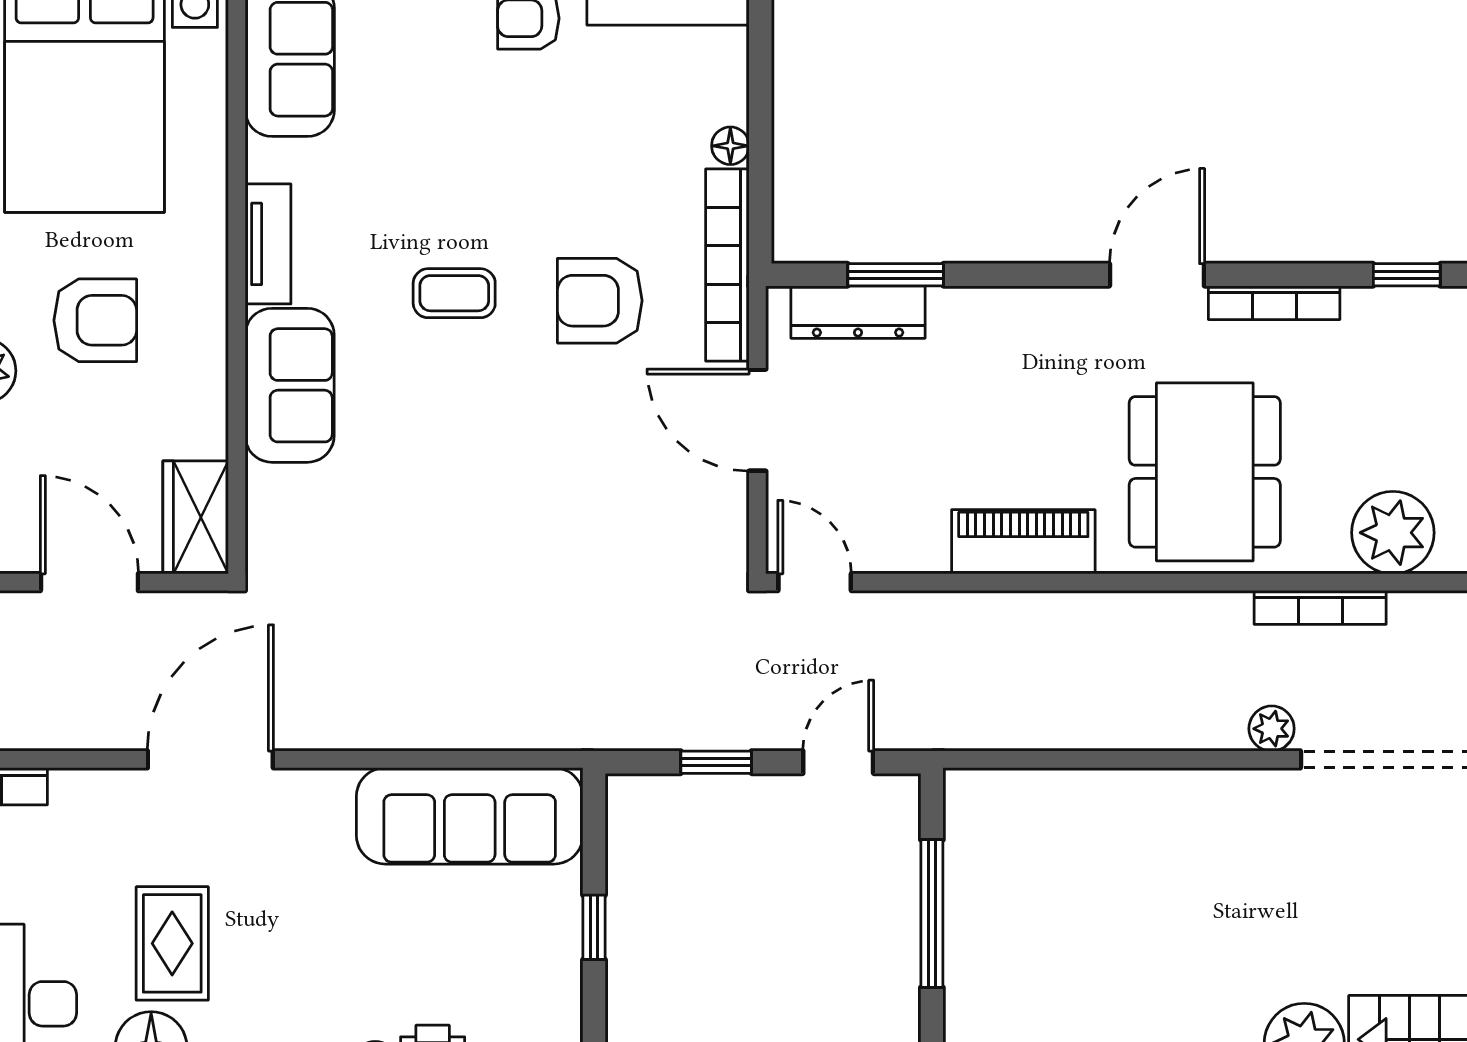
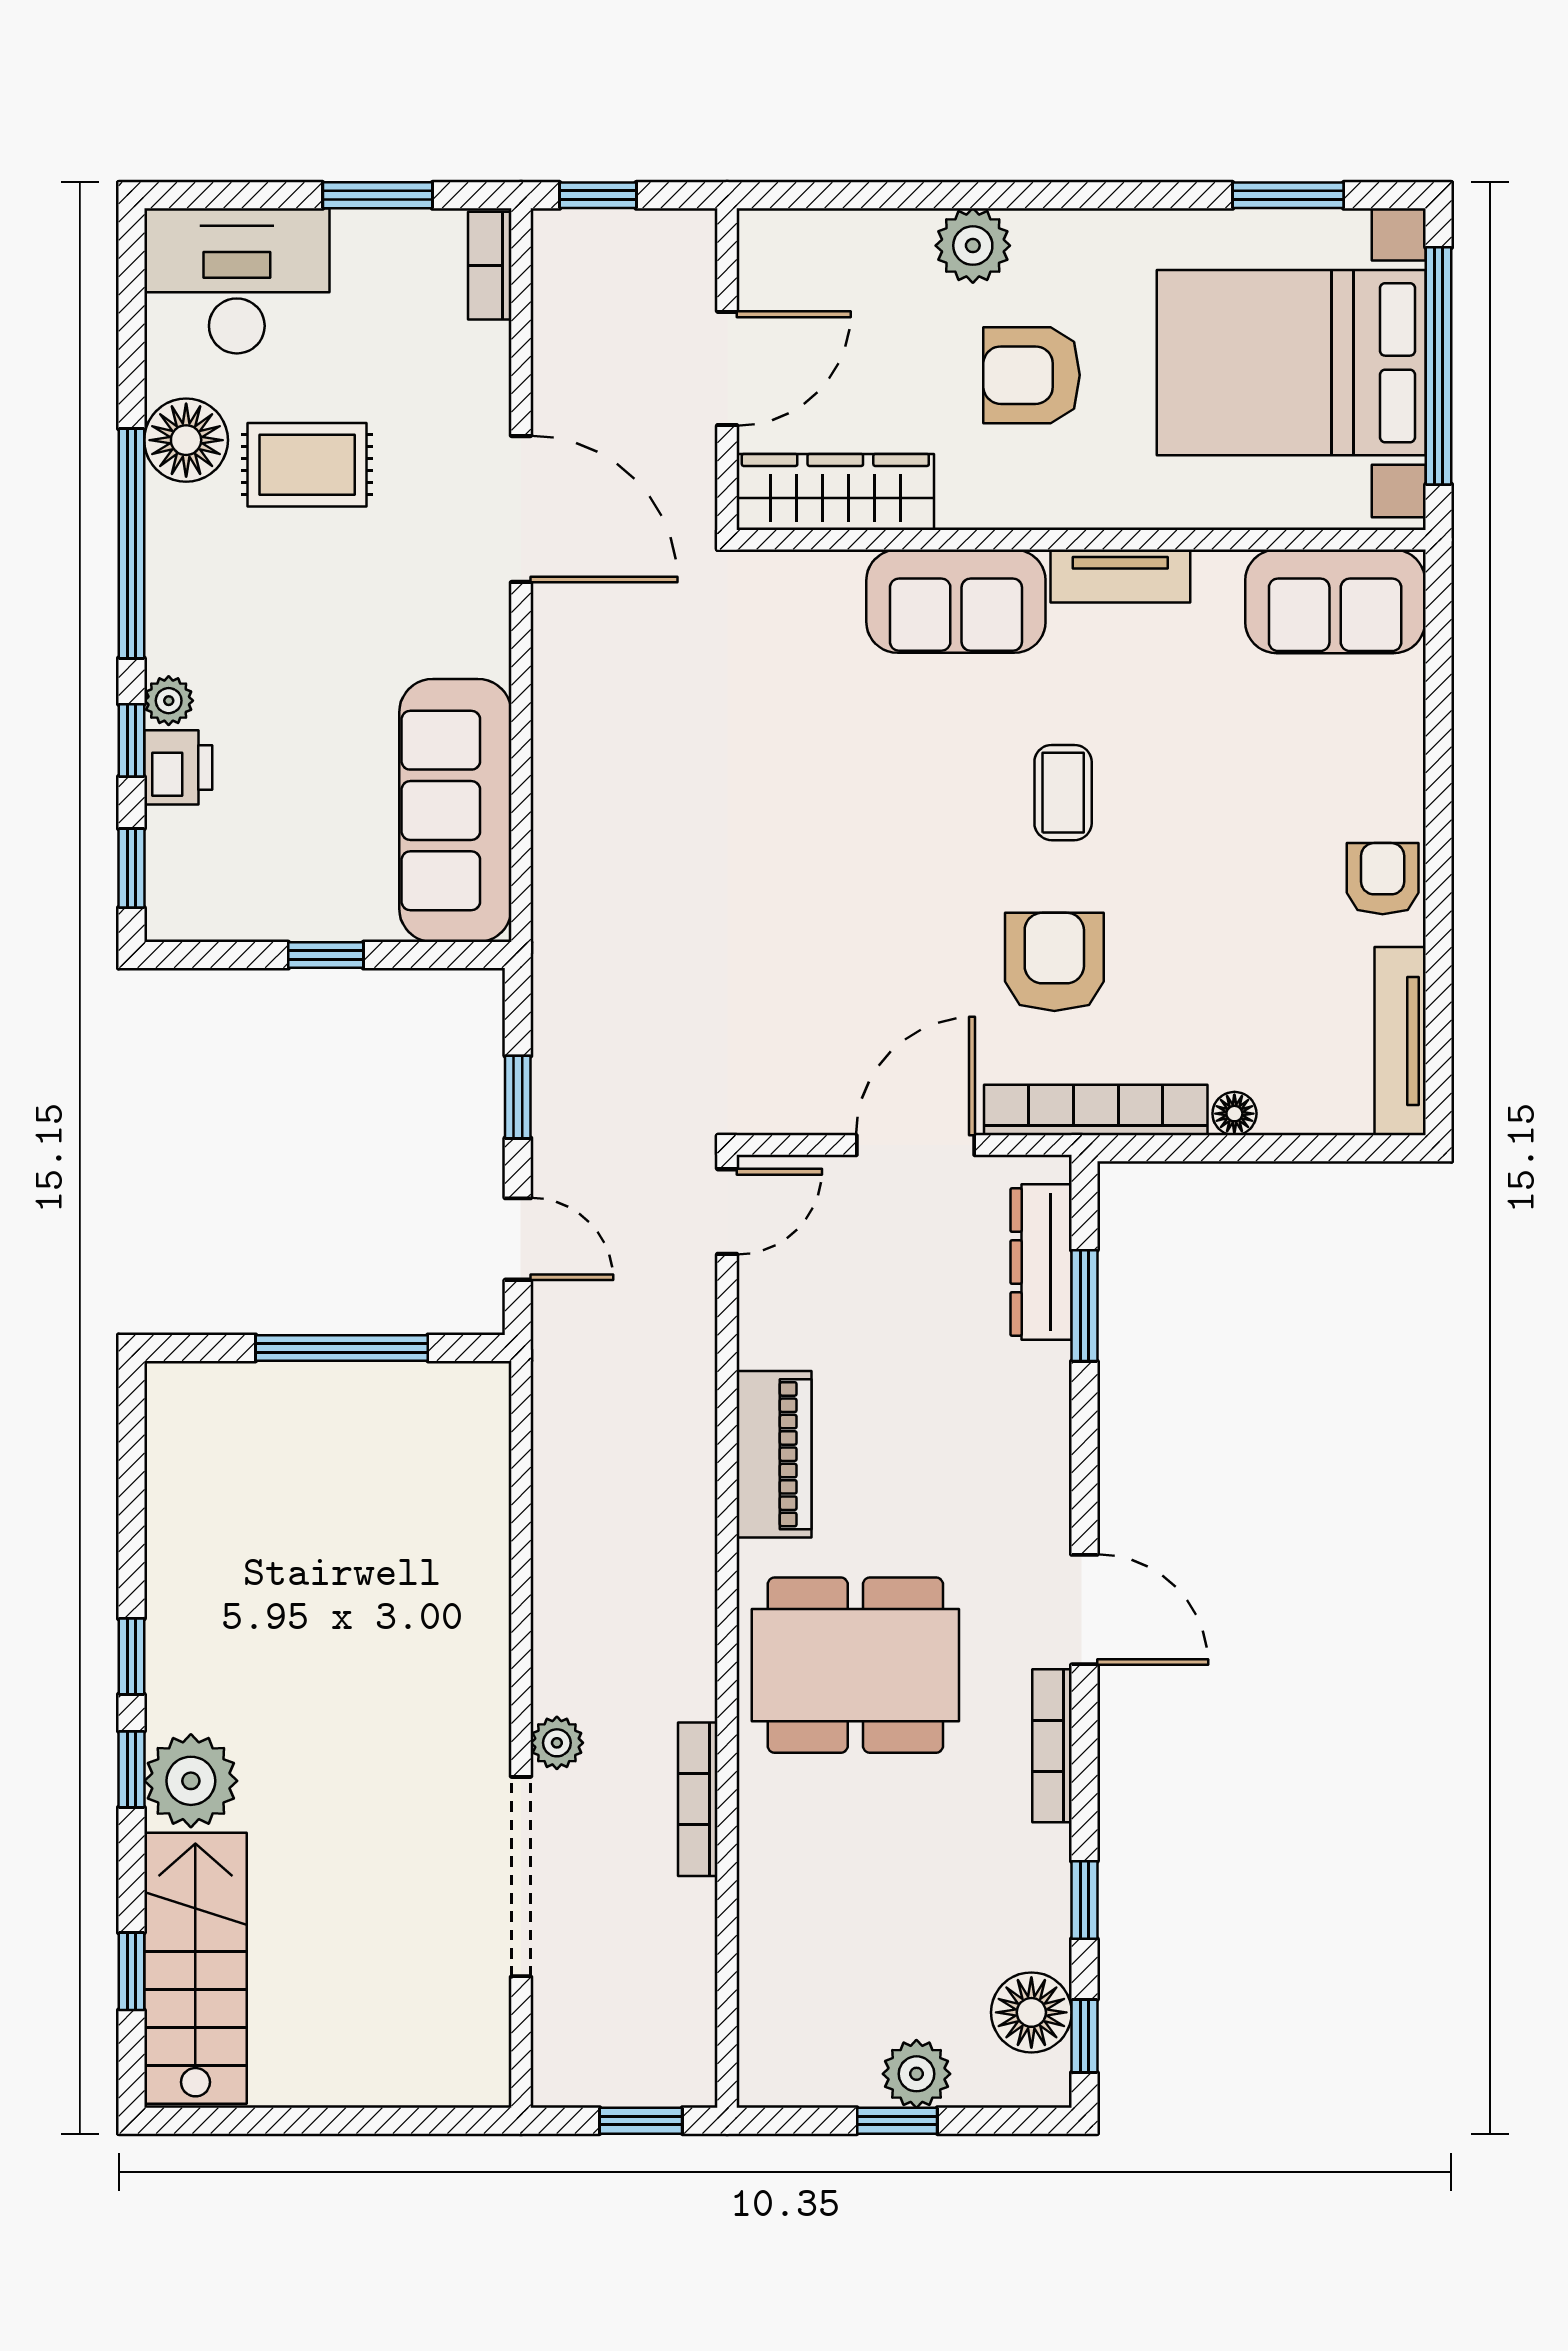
armchair: (95, 320) -> (1032, 375), turned 90
wardrobe: (196, 517) -> (835, 492), width x1.50
plant: (1393, 533) -> (785, 1884), removed

